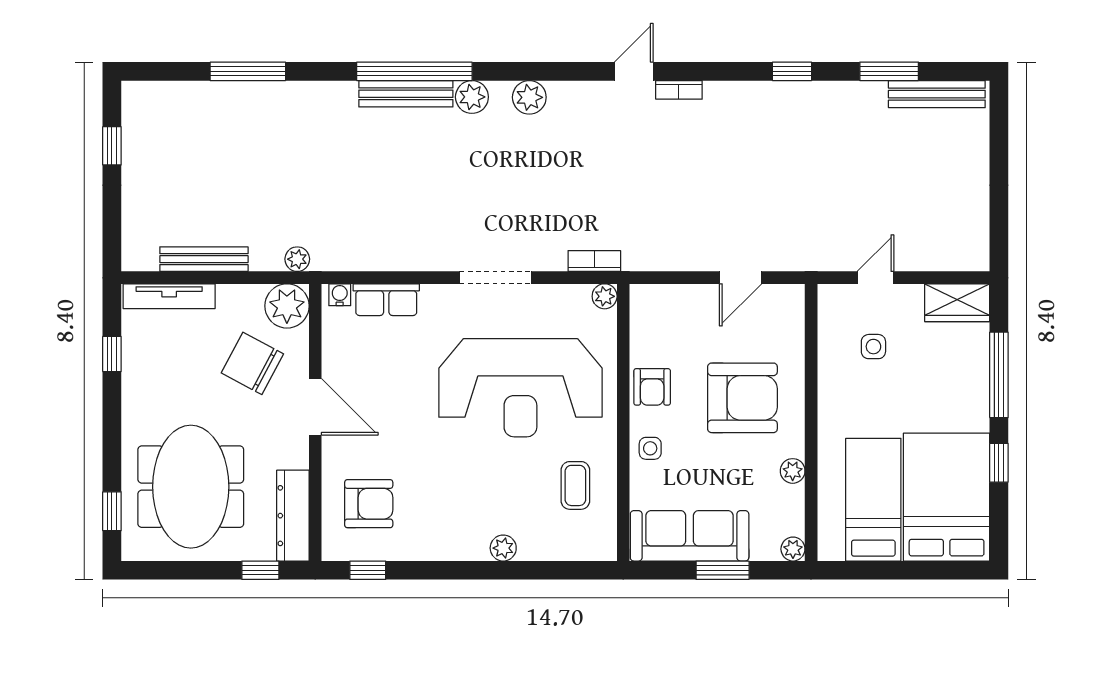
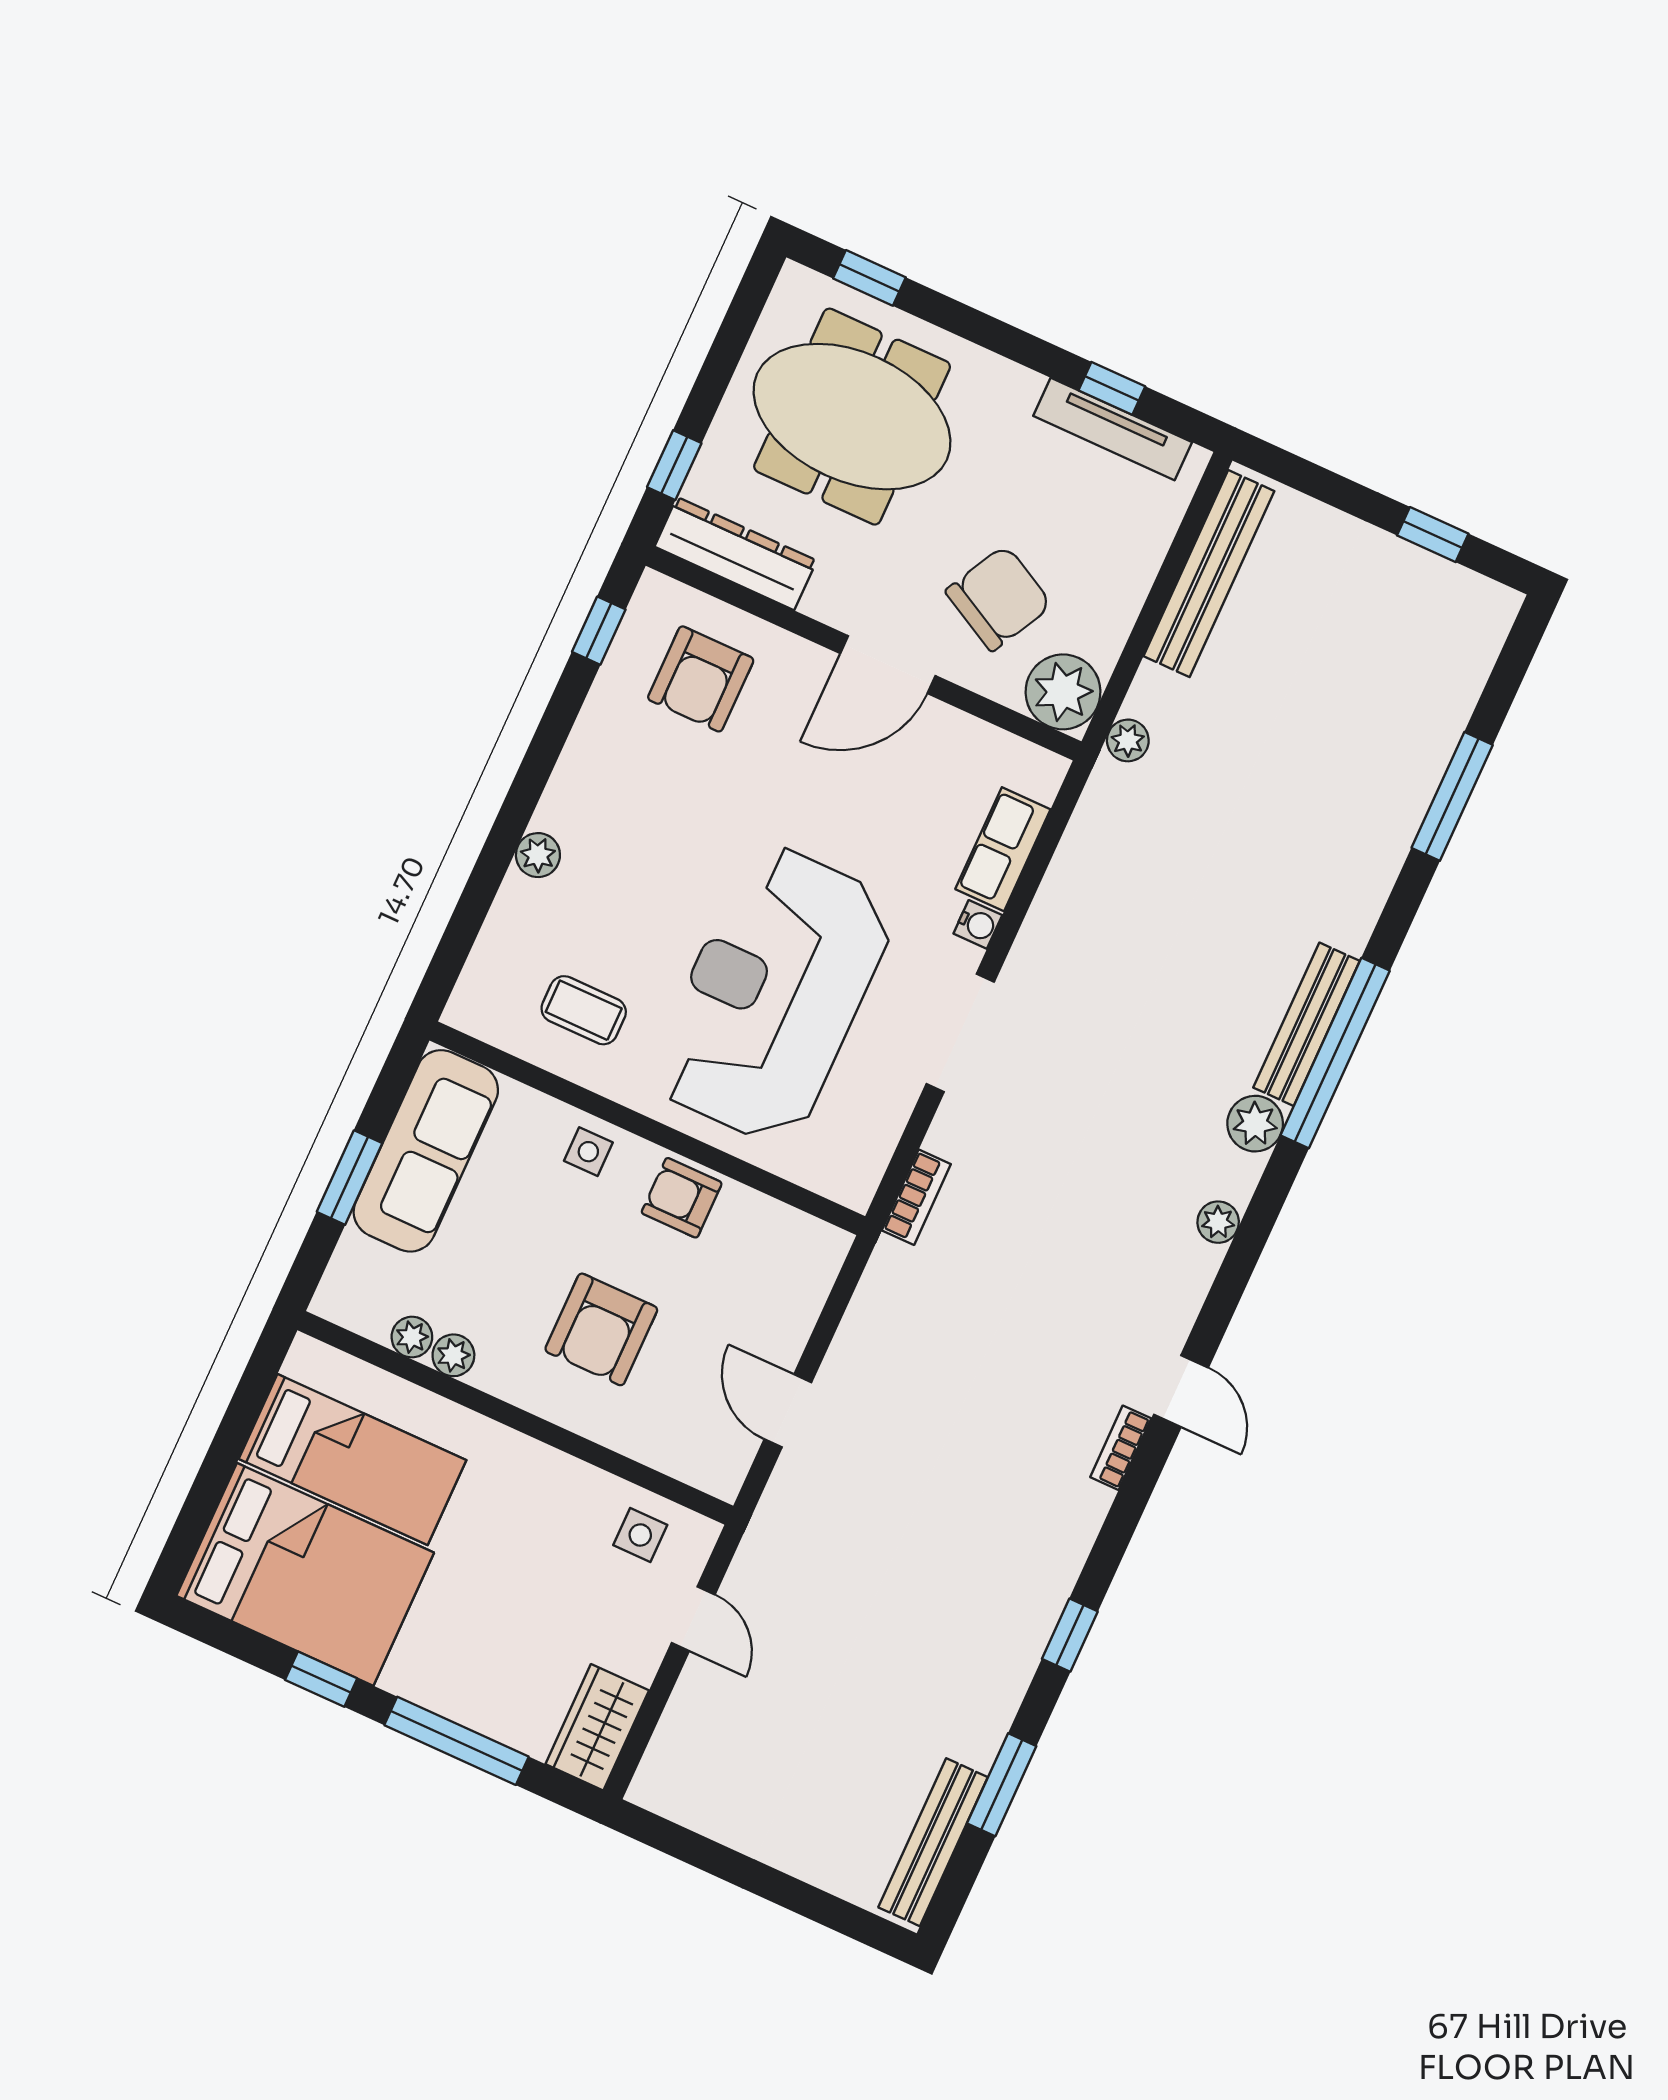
plant: (529, 97) -> (1218, 1222), width x0.73, depth x0.73
bench: (204, 259) -> (1209, 574), width x1.37, depth x1.21
water cooler: (340, 295) -> (978, 924), moved
tv unit: (169, 296) -> (1113, 429), moved, turned -90
plant: (605, 296) -> (855, 1188), removed
side table: (873, 347) -> (640, 1535), moved
armchair: (742, 398) -> (601, 1329), width x0.73, depth x0.73
plant: (793, 549) -> (412, 1337), moved

